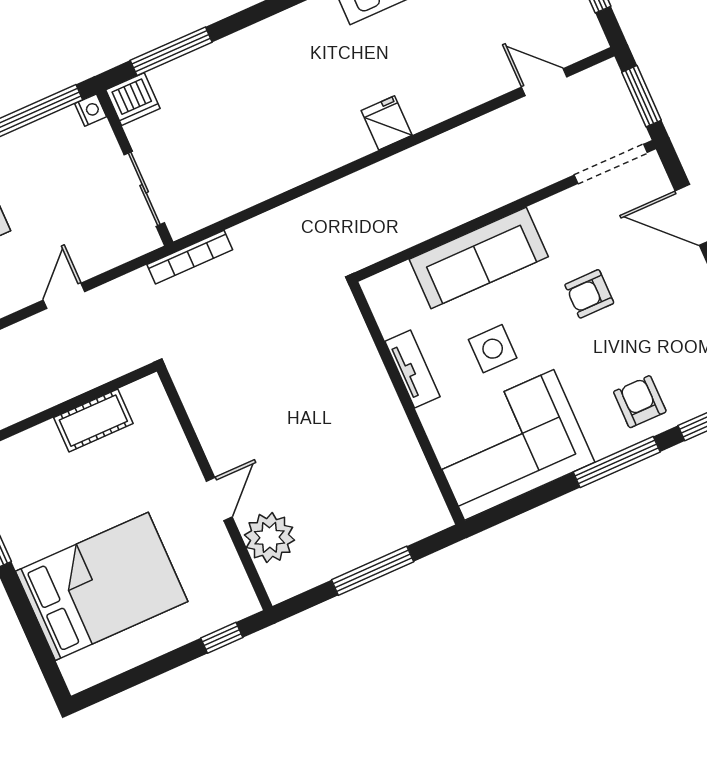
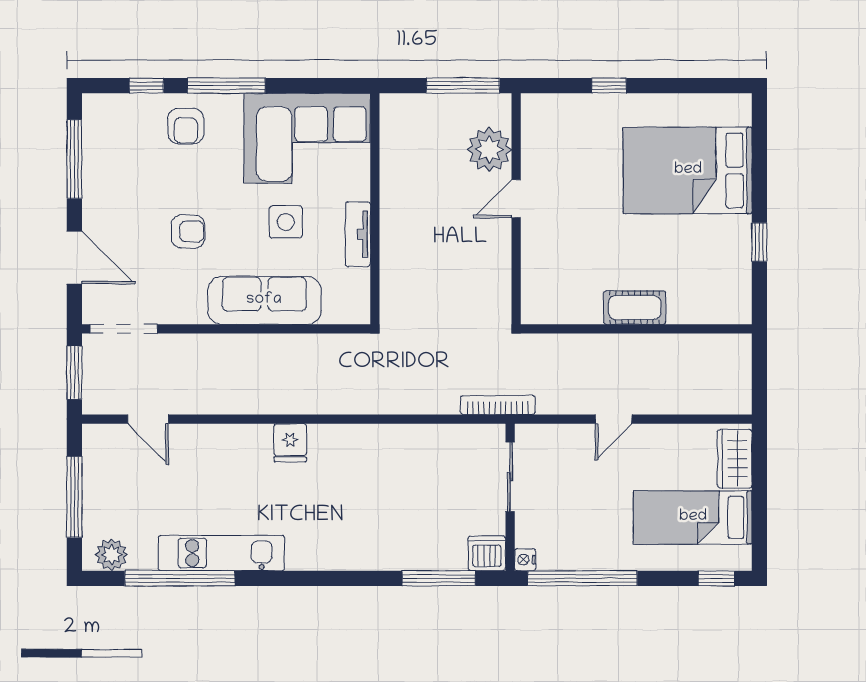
wall: (215, 489) -> (516, 209), moved
door: (219, 499) -> (516, 199), moved
plant: (270, 537) -> (489, 150), moved

